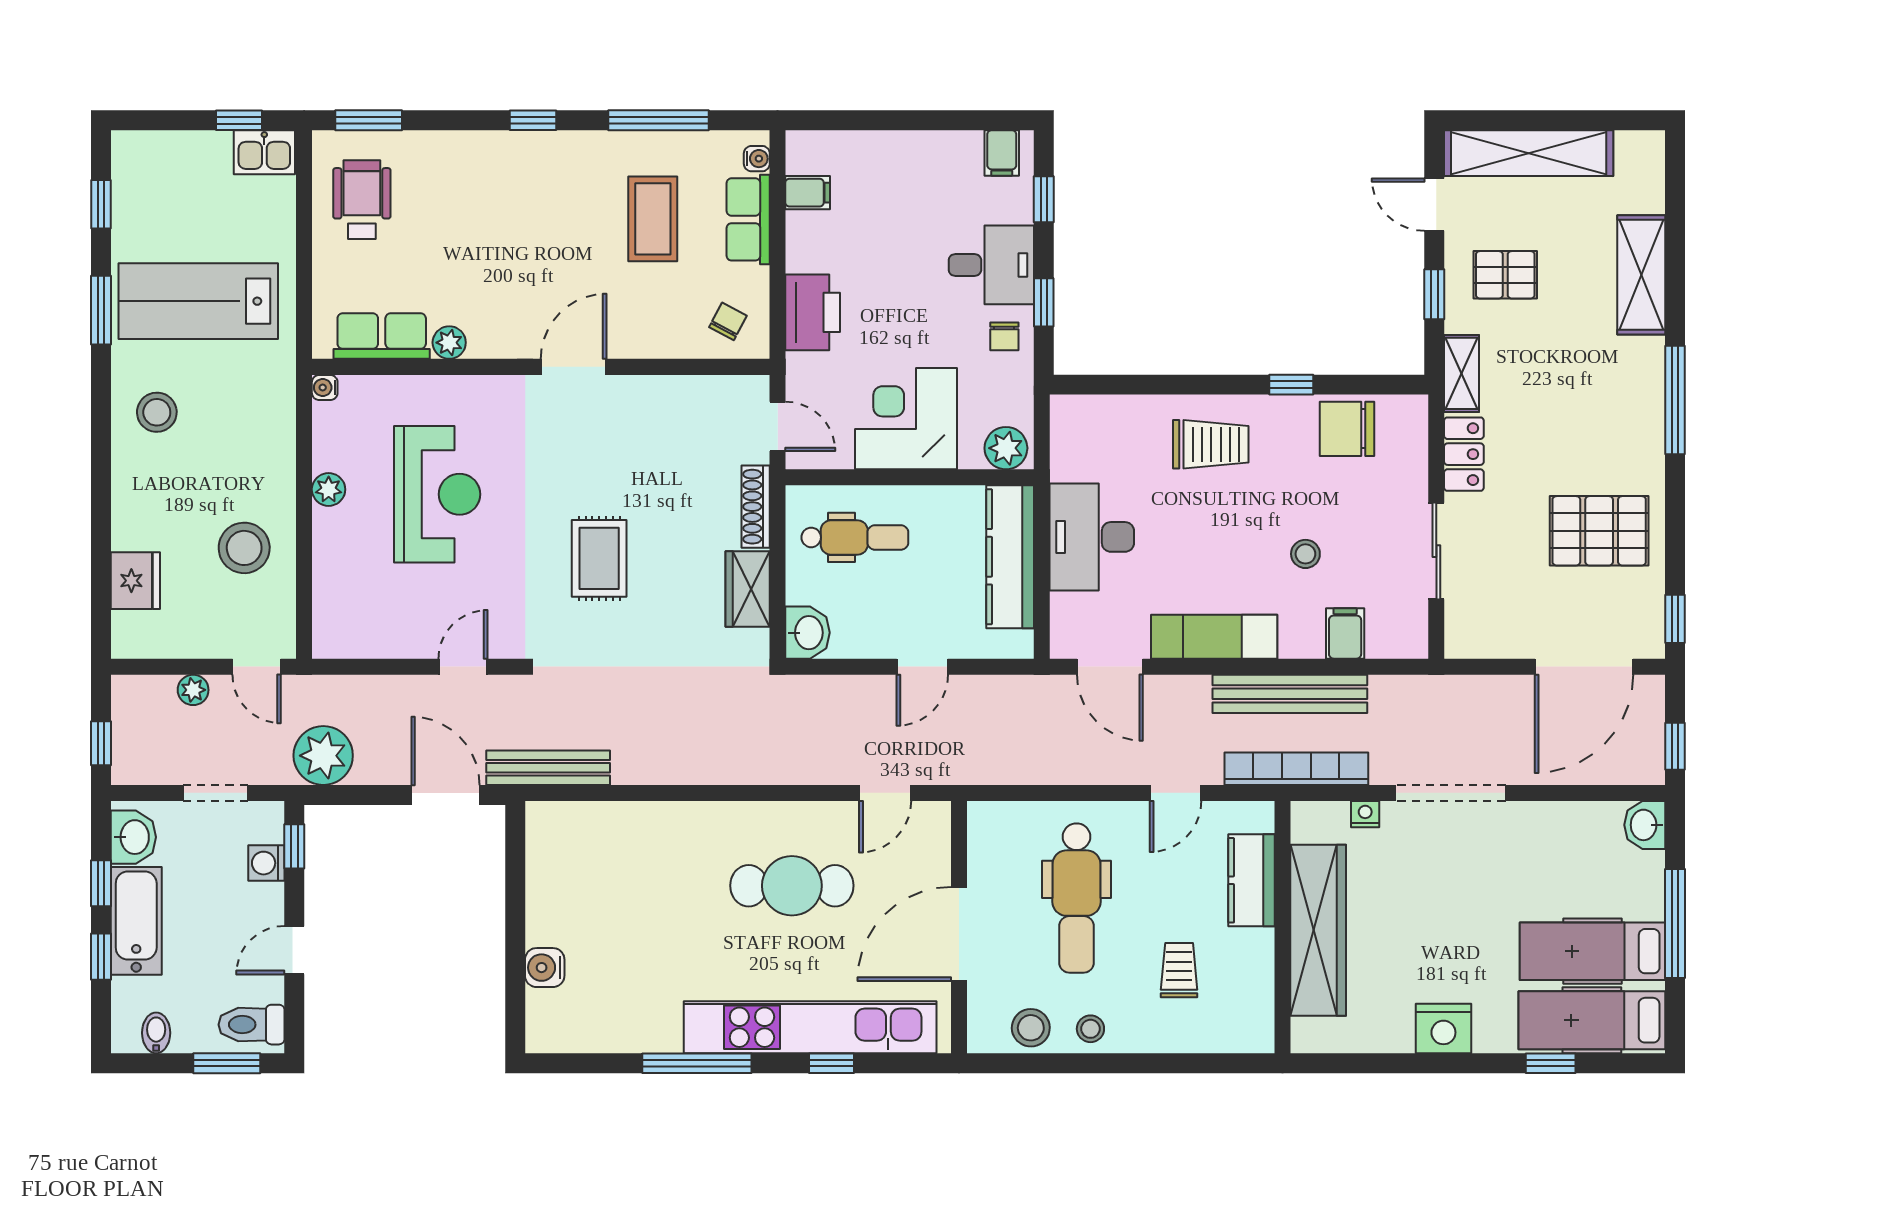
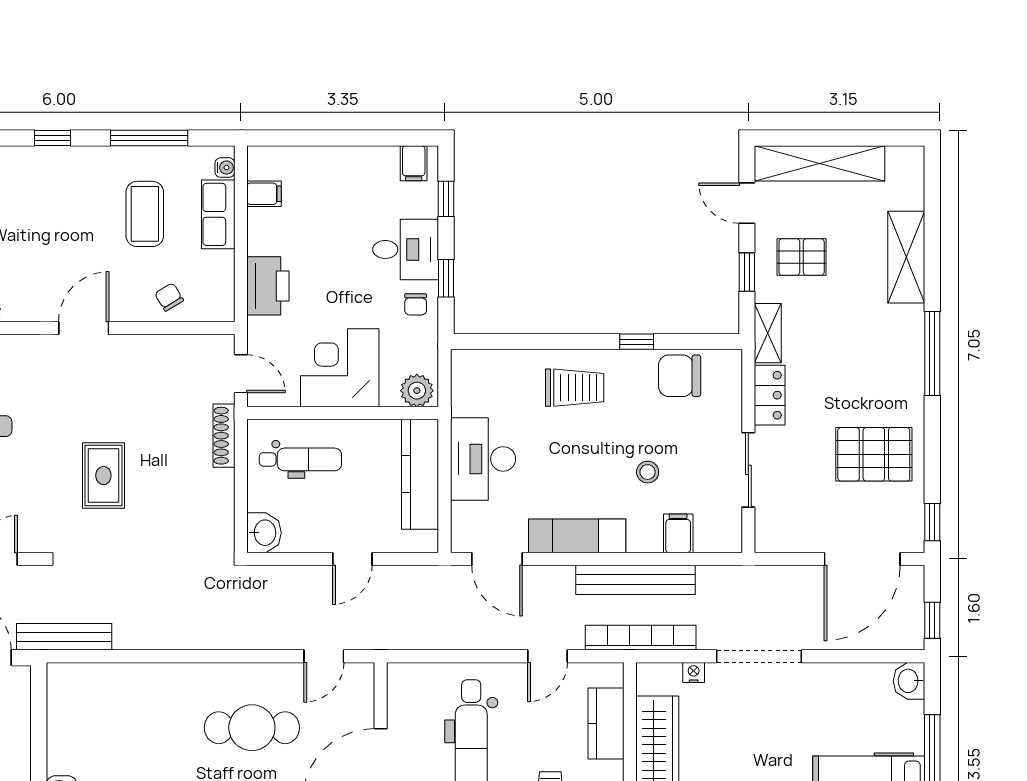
chair: (728, 321) -> (169, 297), moved, turned -59
wardrobe: (748, 589) -> (218, 499), removed

